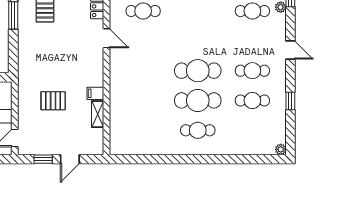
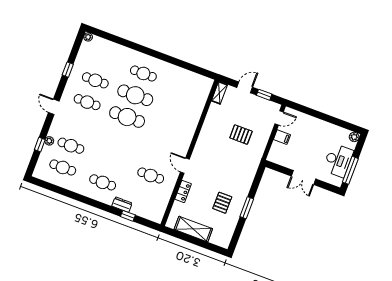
filing cabinet: (95, 93) -> (208, 128), removed
shelving: (98, 114) -> (219, 93), moved

